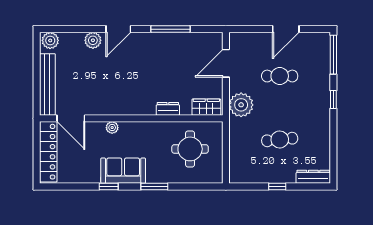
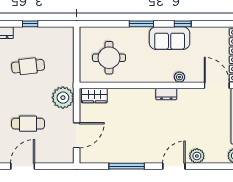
dresser: (168, 109) -> (166, 94), moved

